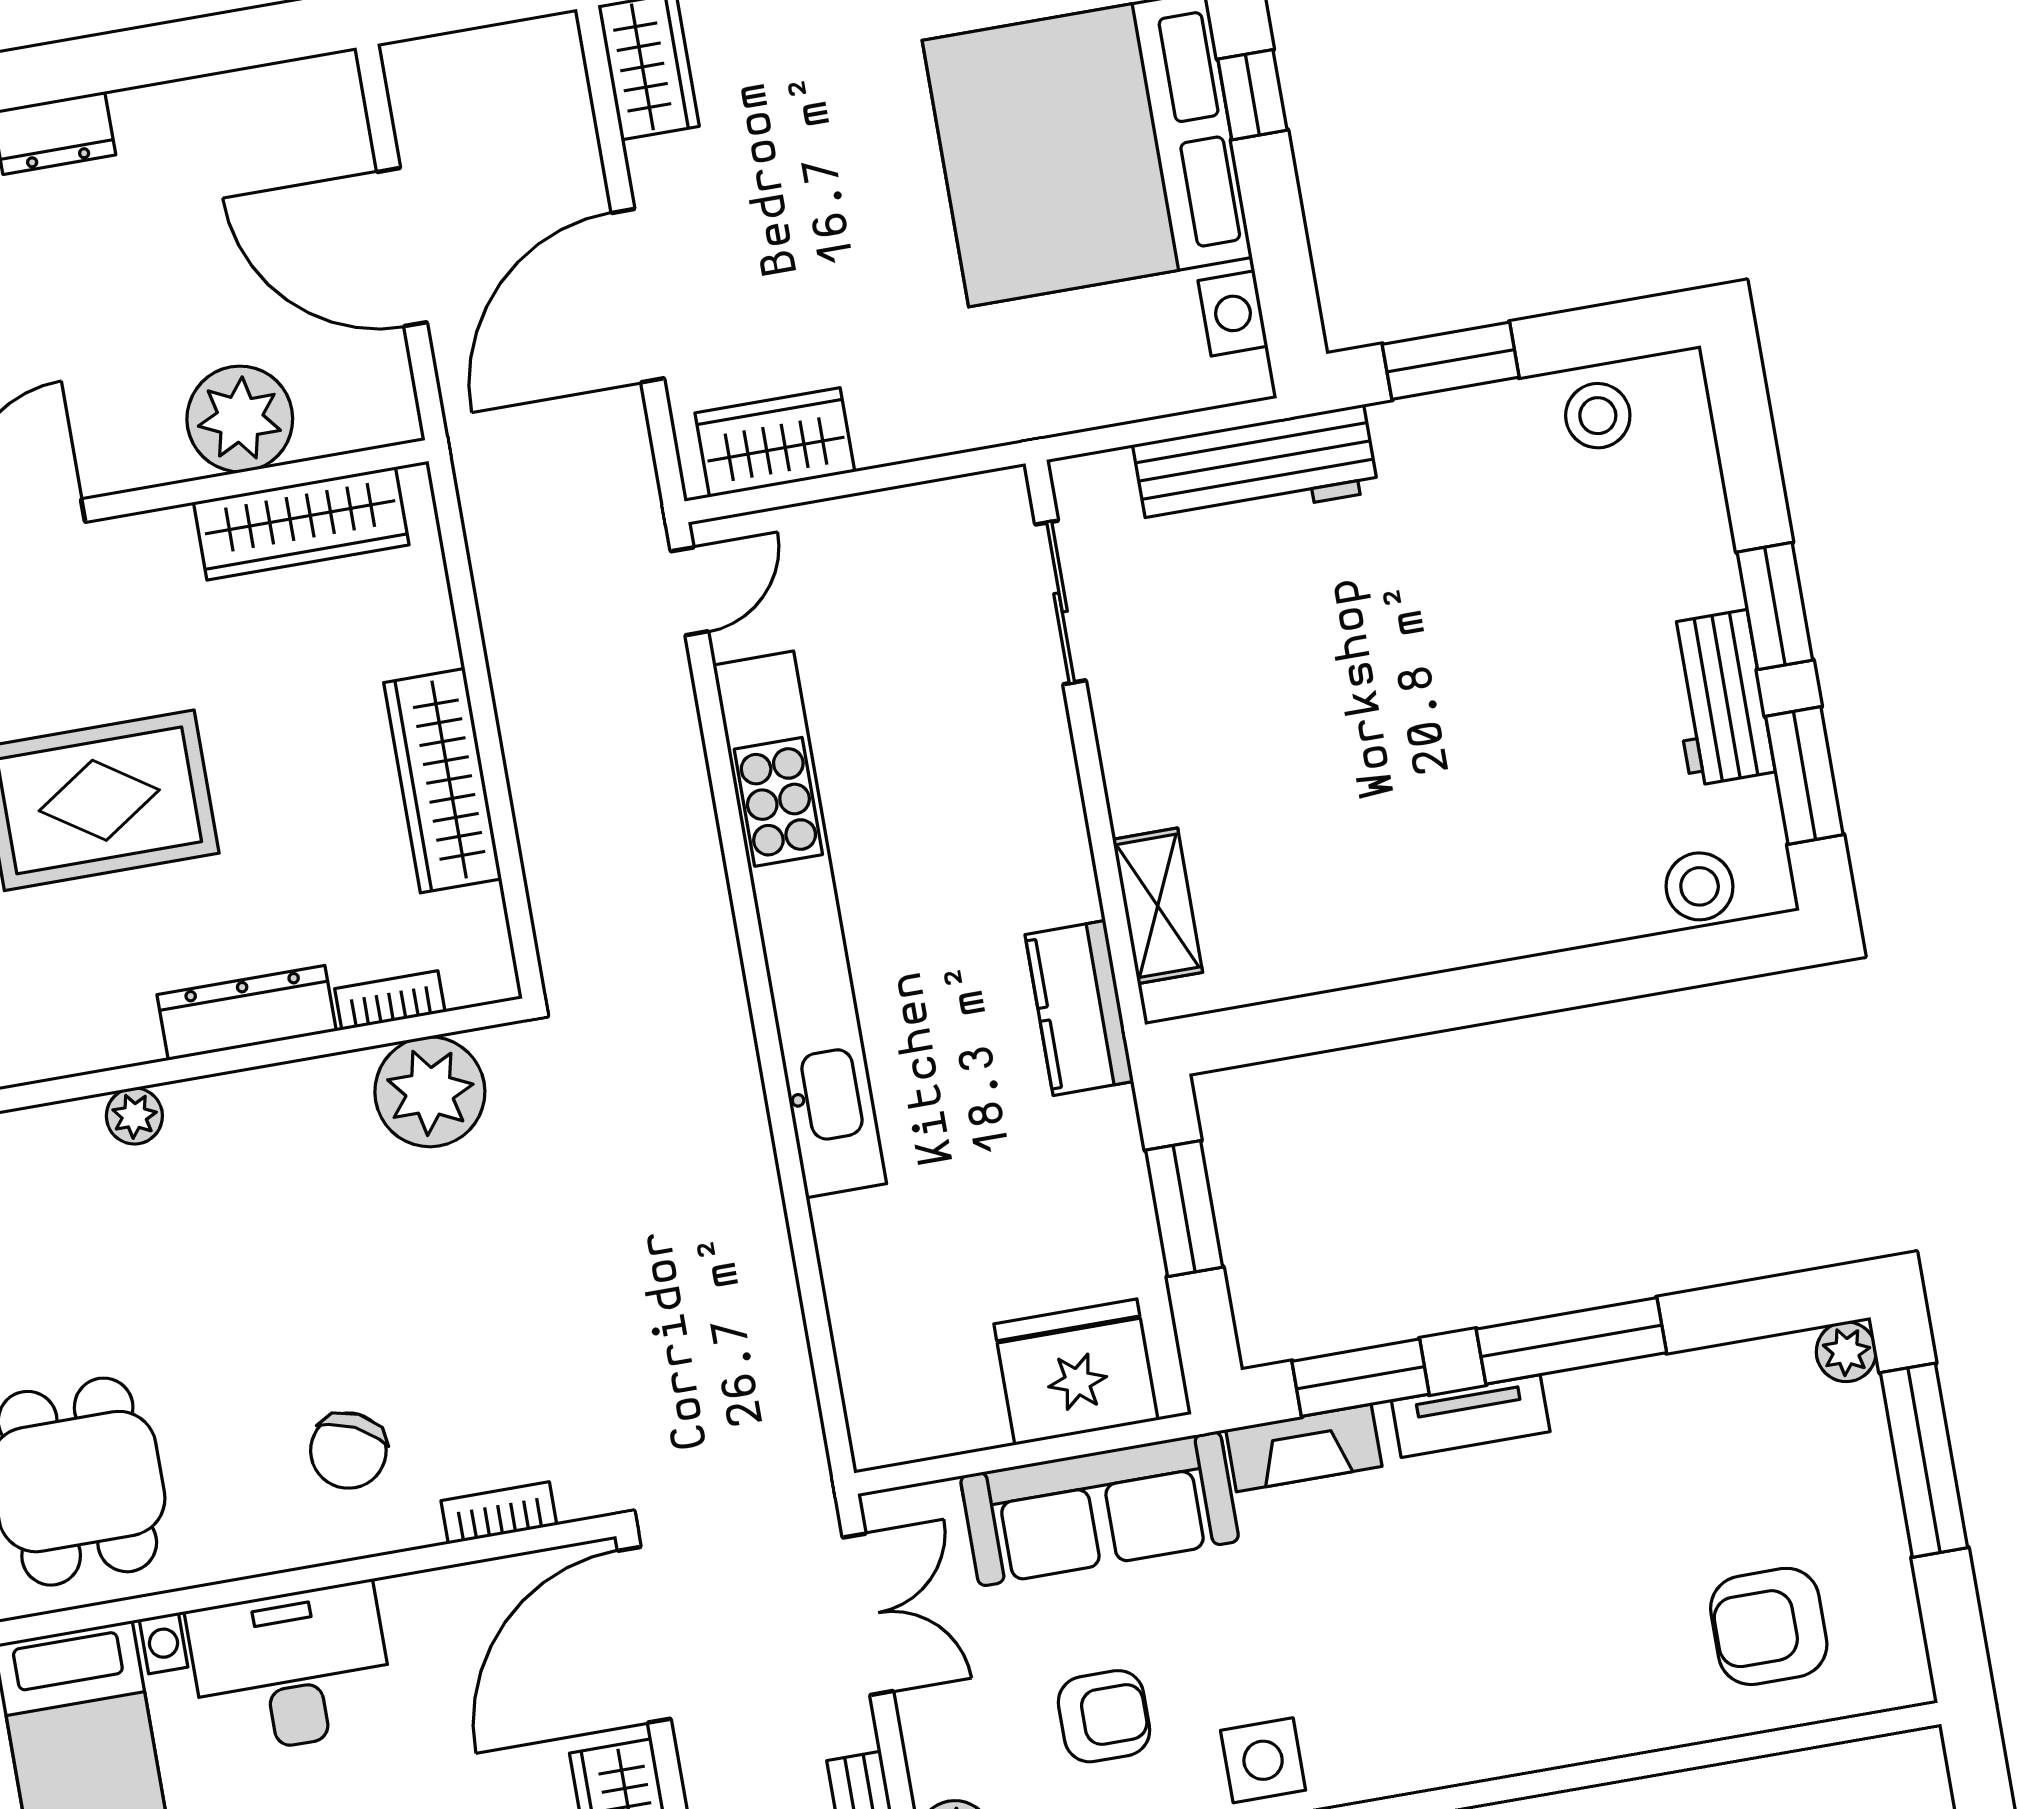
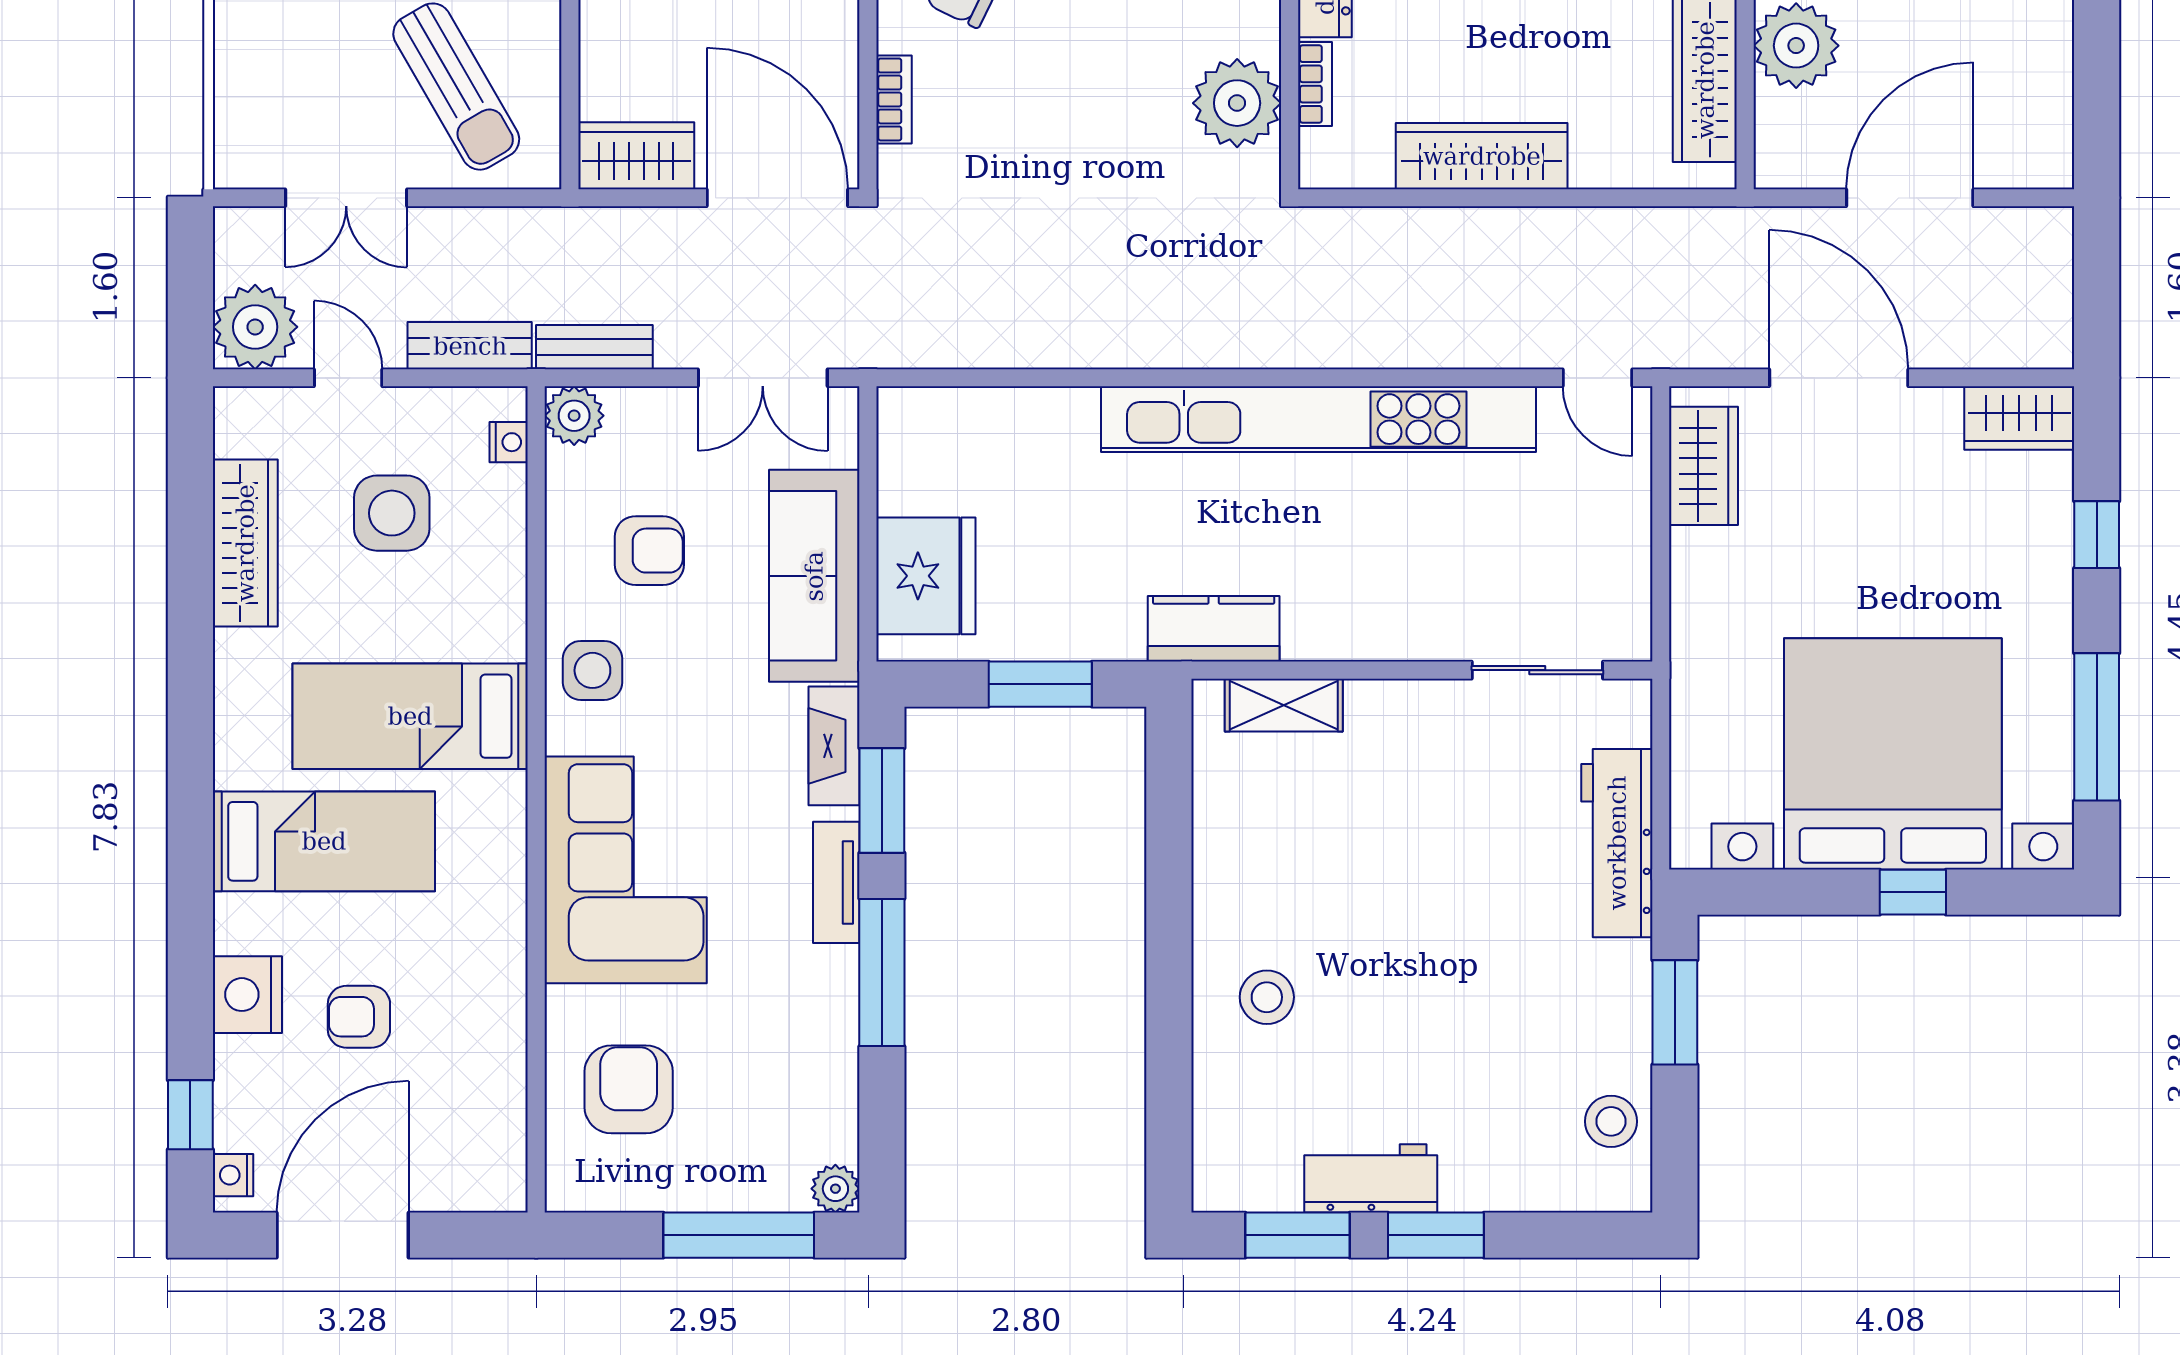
stool: (1700, 886) -> (1267, 997), moved
corner sofa: (1500, 1677) -> (626, 870), added
armchair: (1104, 1716) -> (649, 551), turned -90

